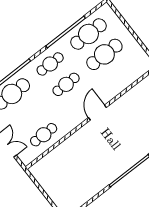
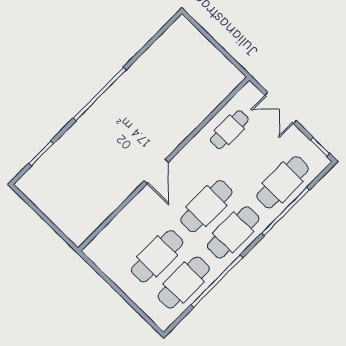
cafe table: (50, 64) -> (233, 232), width x1.37, depth x1.35
cafe table: (66, 84) -> (206, 206), width x1.37, depth x1.35

